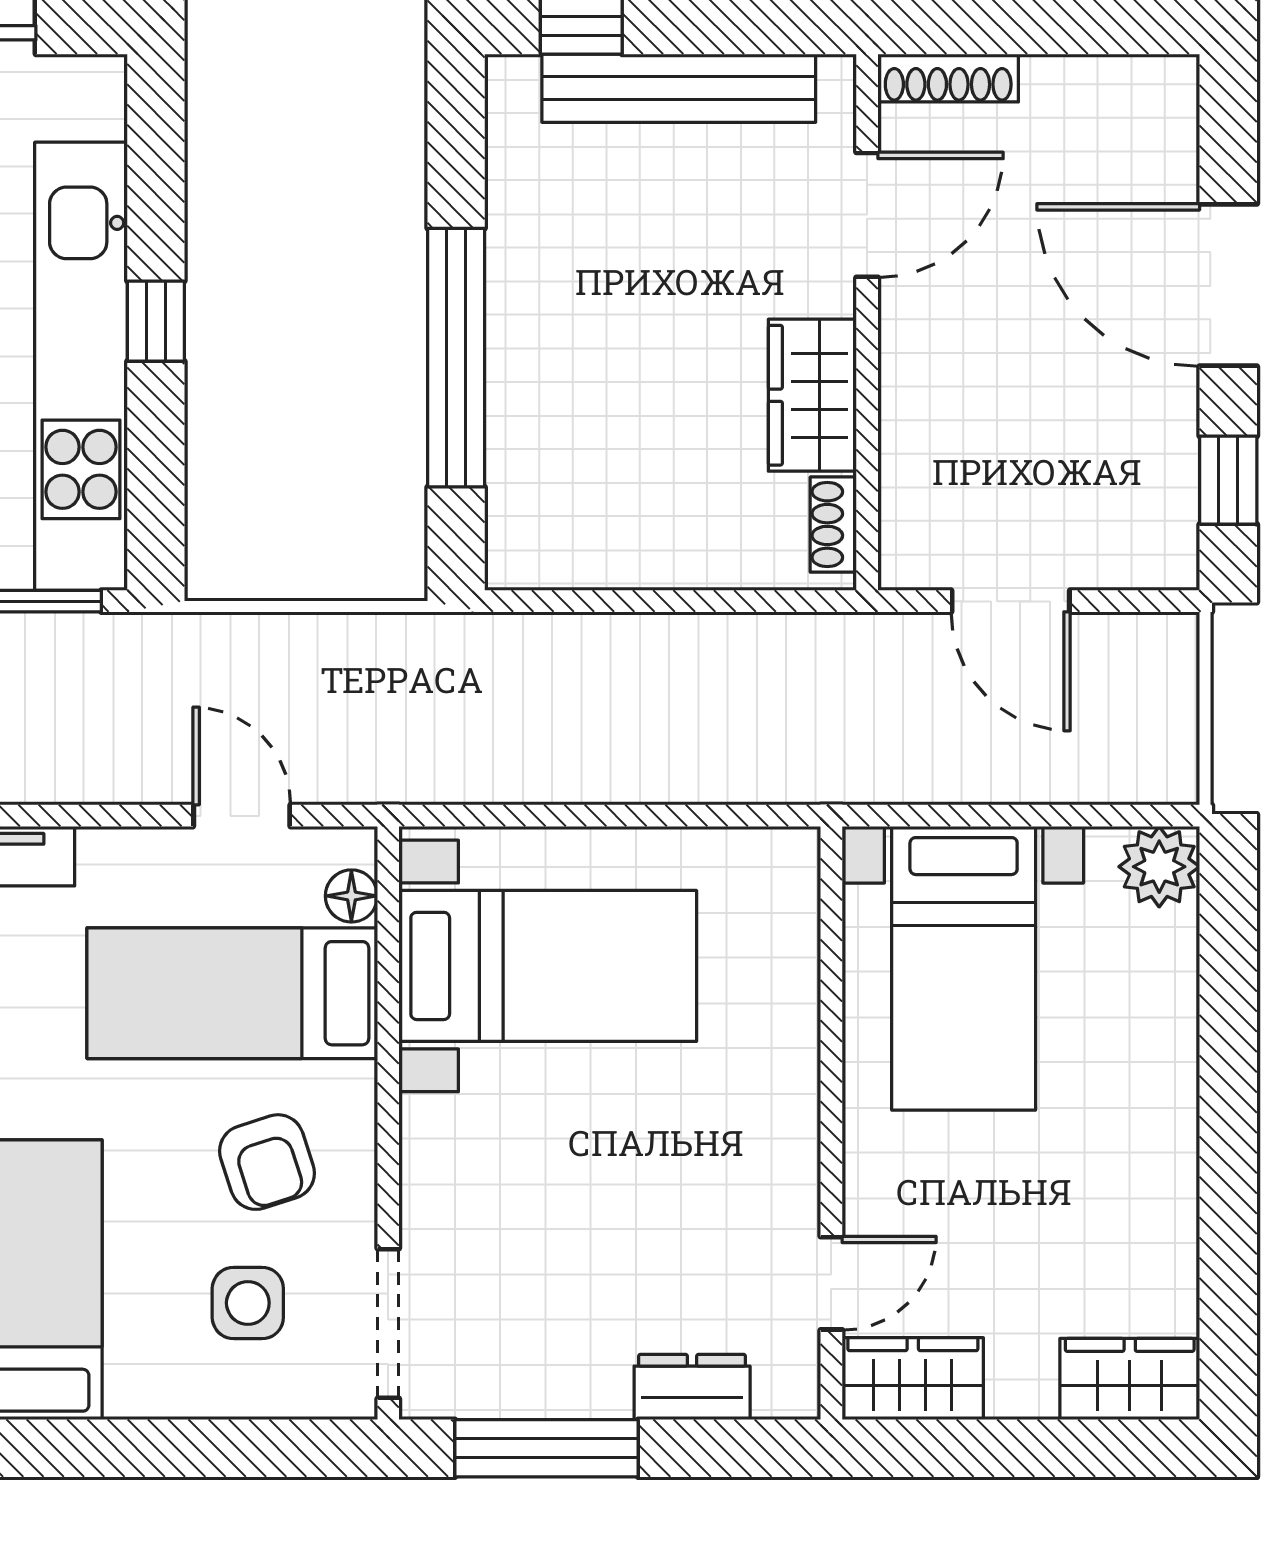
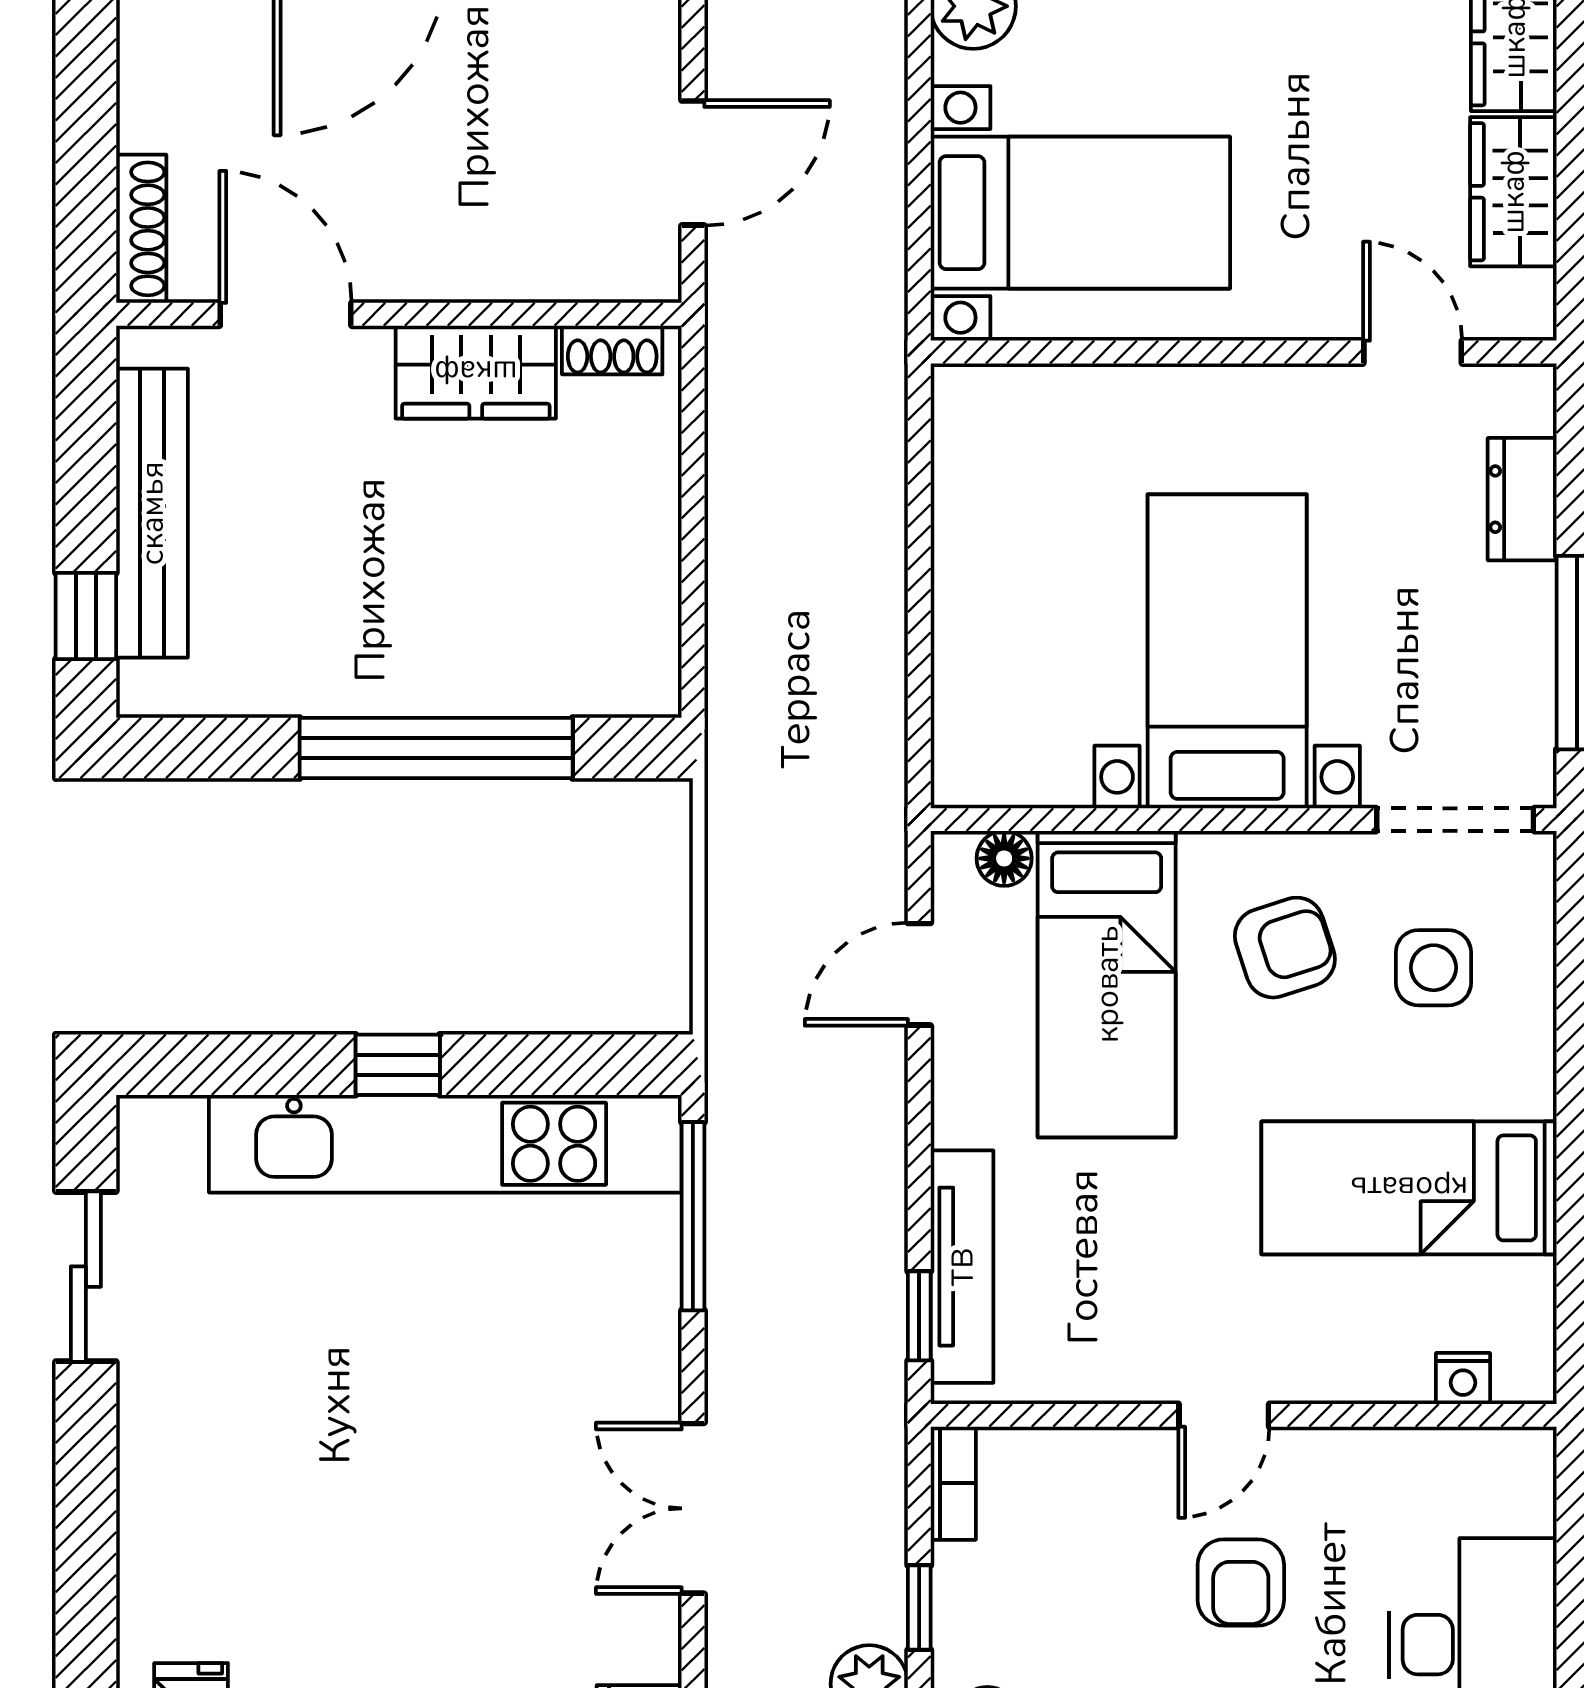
bed with nightstands: (548, 966) -> (1227, 651), moved
wardrobe: (913, 1379) -> (1513, 192), moved

